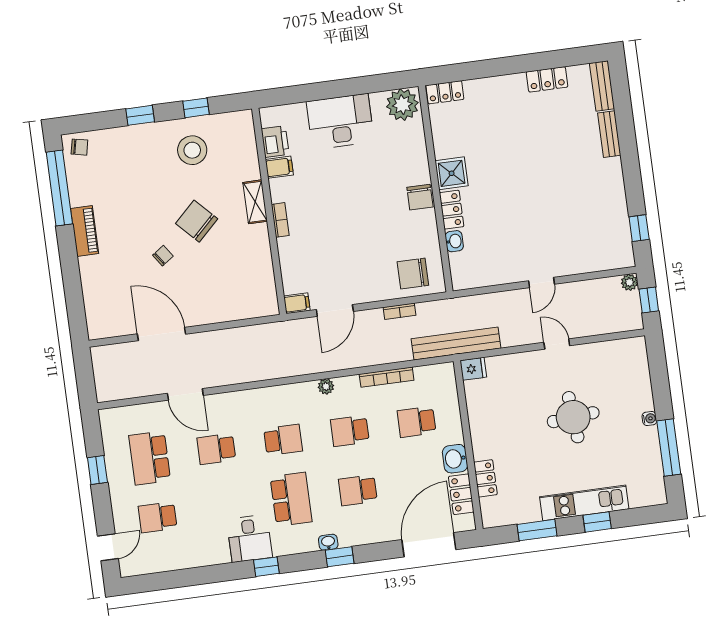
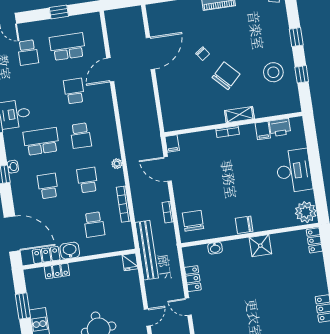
locker: (452, 210) -> (193, 279), moved, turned -90
school desk: (417, 422) -> (94, 225), turned 180
school desk: (291, 499) -> (41, 141), turned 180
school desk: (158, 517) -> (28, 53), turned 180

